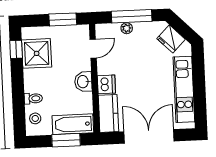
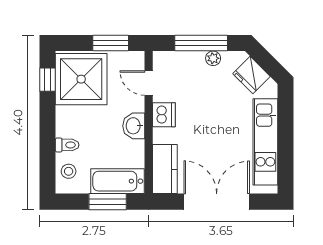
plant: (127, 28) -> (213, 58), moved
door: (93, 49) -> (149, 83), swing flipped
shower: (37, 53) -> (81, 79), width x1.37, depth x1.37
dishwasher: (106, 84) -> (164, 115), moved

